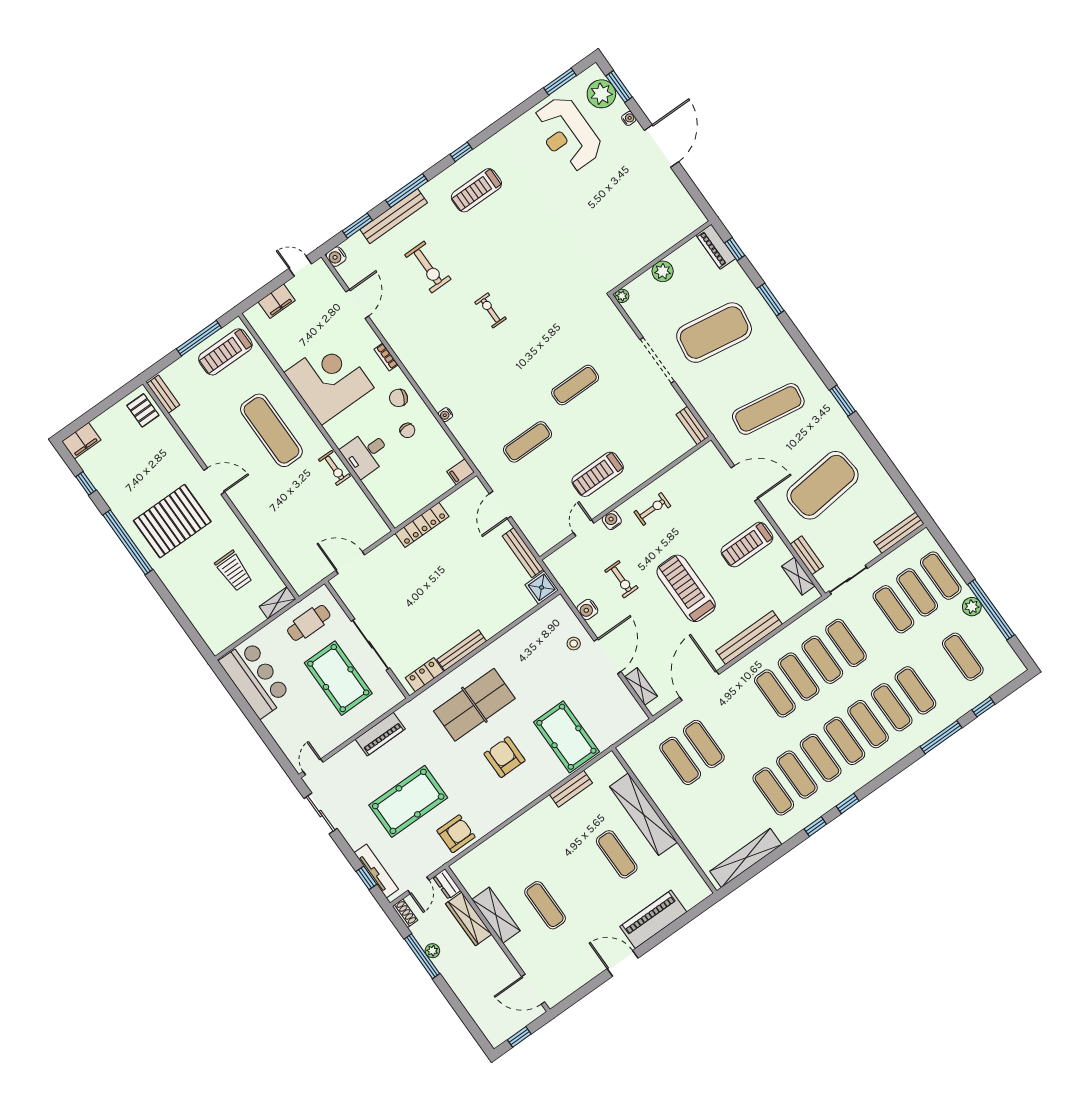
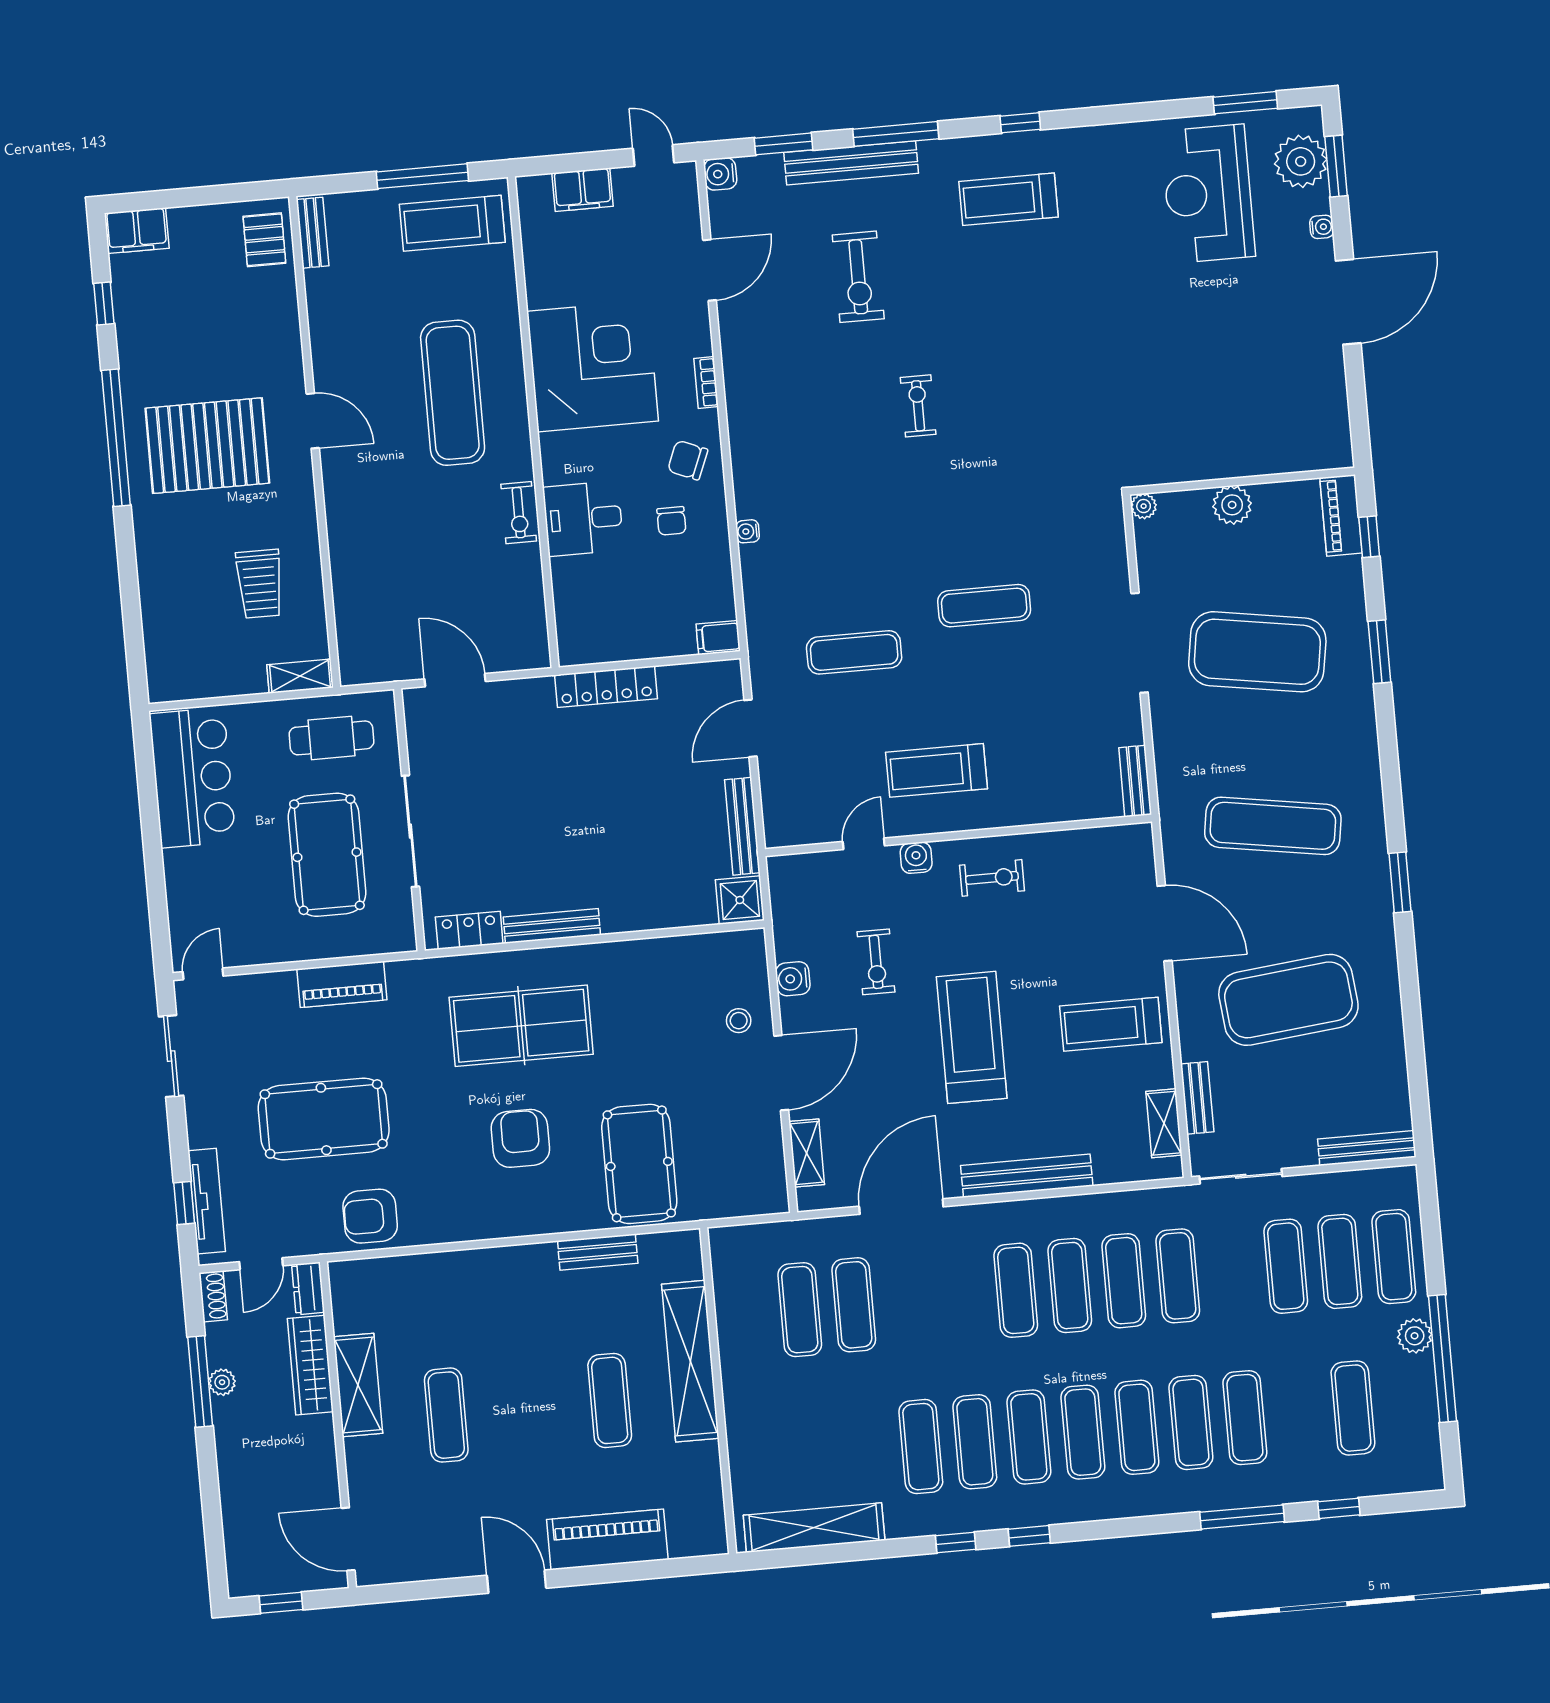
armchair: (456, 834) -> (370, 1216), turned 180

